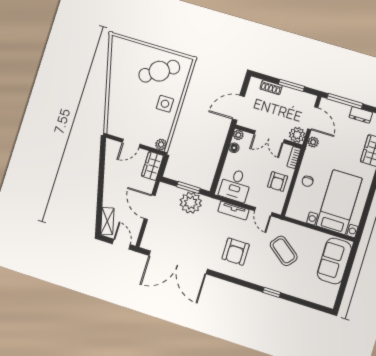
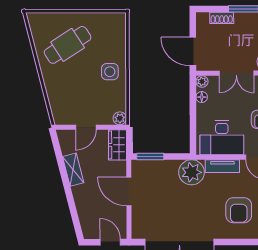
cafe table: (159, 71) -> (68, 45), moved
door: (238, 108) -> (193, 51), hinge flipped
desk: (235, 185) -> (222, 138), width x1.37
window: (188, 188) -> (150, 157), moved
plant: (191, 203) -> (191, 172), moved
shelving: (107, 221) -> (73, 170), moved

